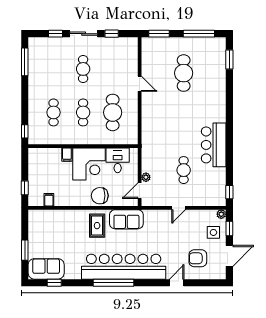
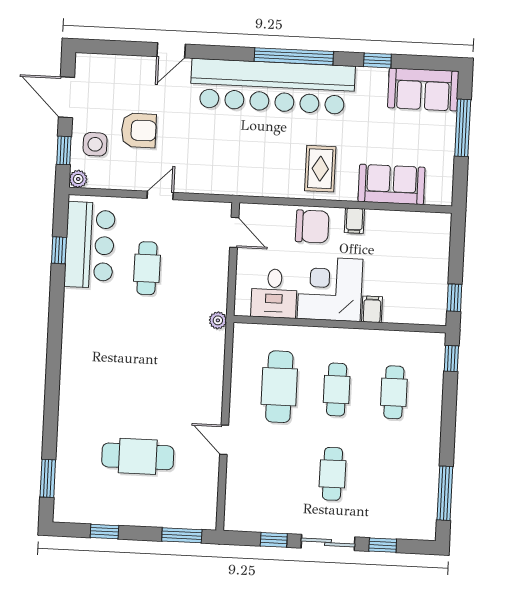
window: (199, 34) -> (104, 532), width x0.46
cafe table: (184, 73) -> (138, 456), turned 90
bar counter: (214, 145) -> (90, 245), moved
plant: (146, 177) -> (218, 320), moved
window: (25, 188) -> (454, 298), moved
door: (140, 191) -> (234, 232), hinge flipped
window: (229, 192) -> (59, 250), moved
filing cabinet: (49, 200) -> (354, 221), moved
sofa: (126, 219) -> (391, 184), moved
window: (25, 250) -> (463, 128), width x1.44
door: (229, 256) -> (66, 97), hinge flipped
armchair: (198, 258) -> (139, 130), moved
window: (54, 283) -> (377, 60), moved

